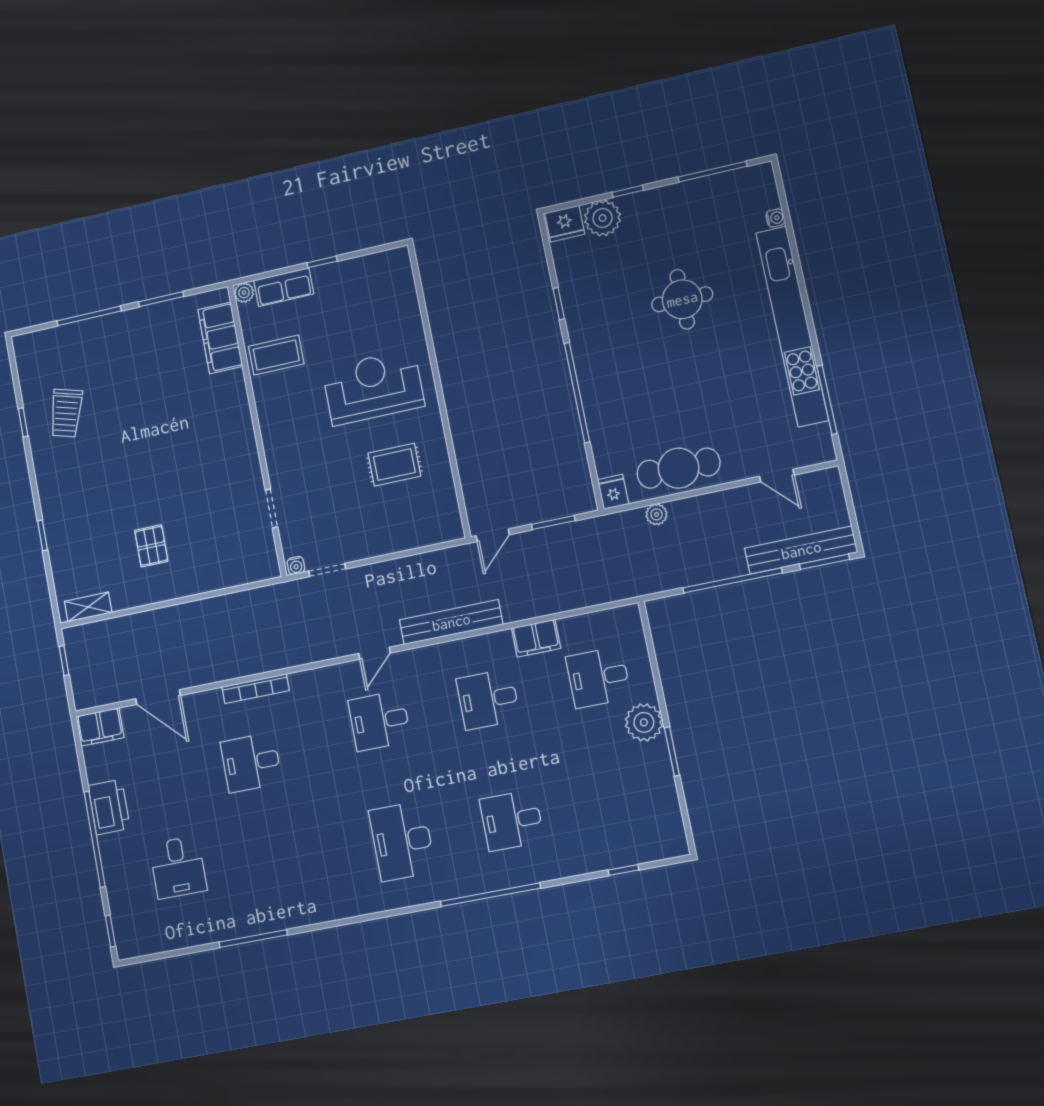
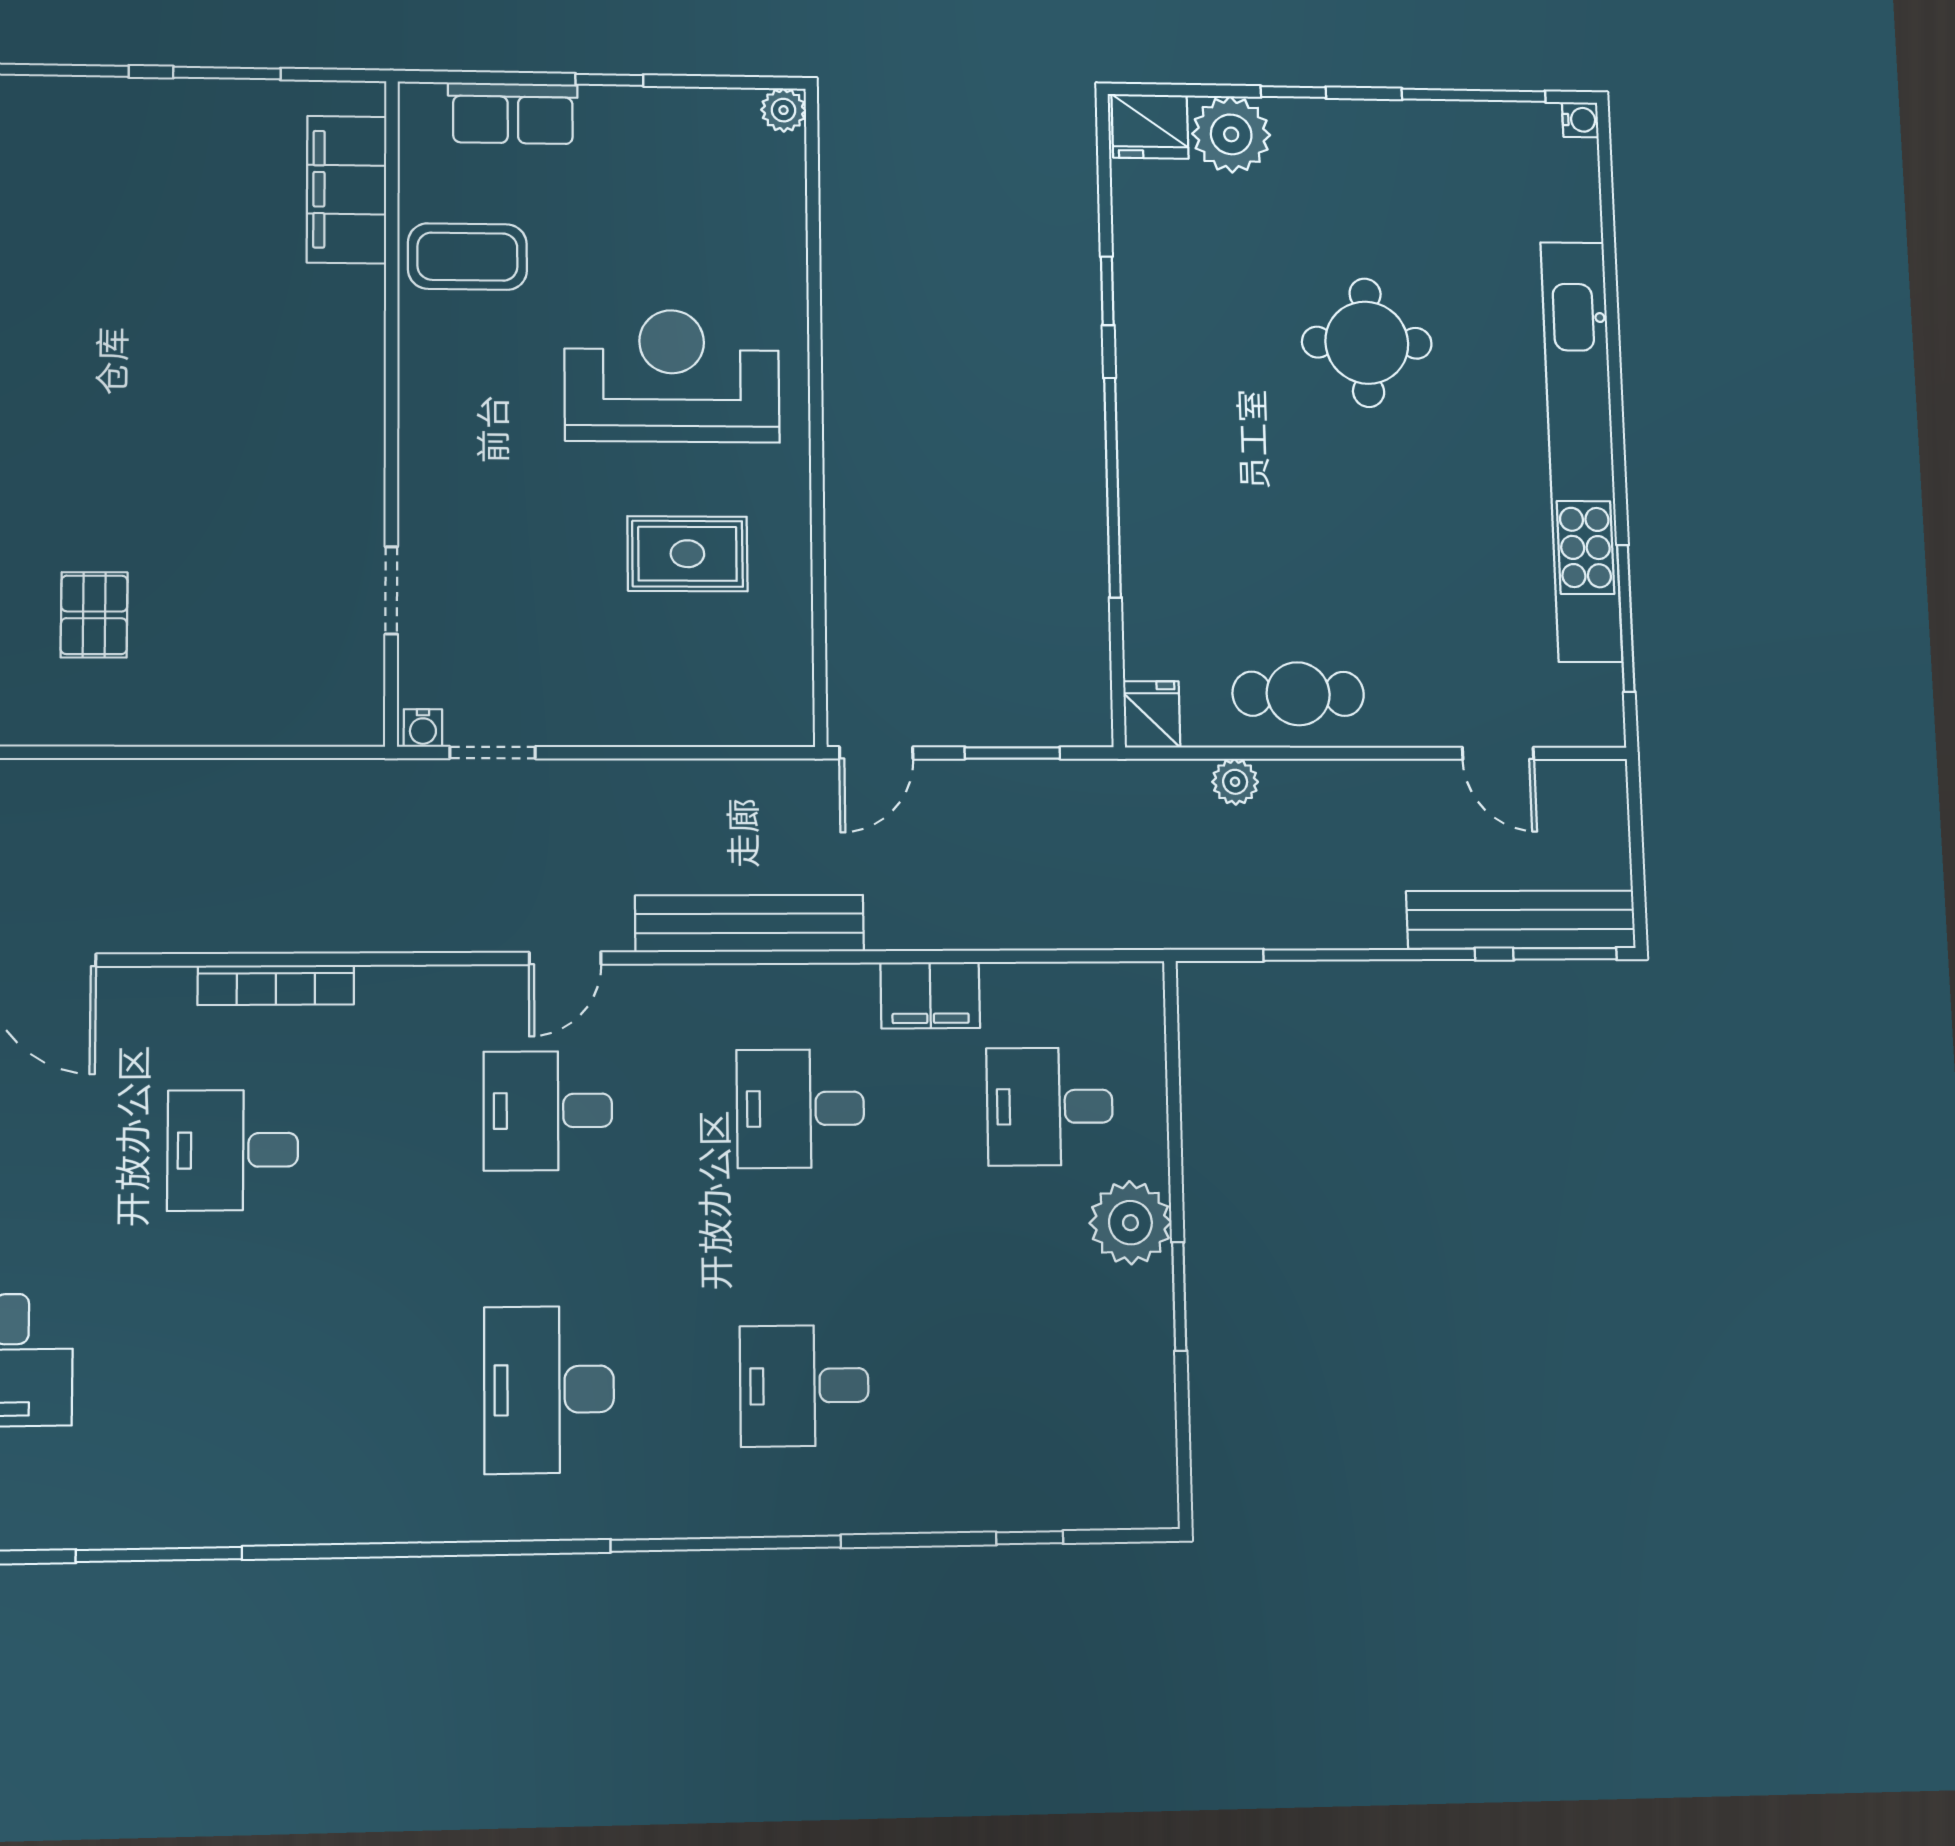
water cooler: (775, 218) -> (1580, 120), moved
plant: (244, 293) -> (784, 110), moved
cafe table: (679, 468) -> (1298, 694), width x0.73, depth x0.74

